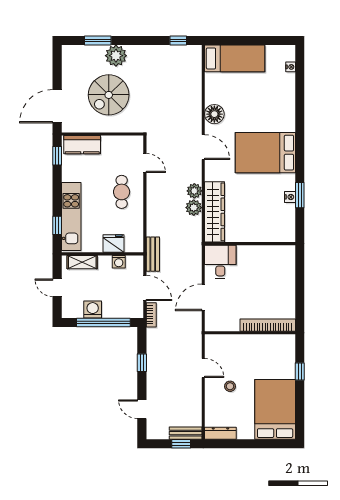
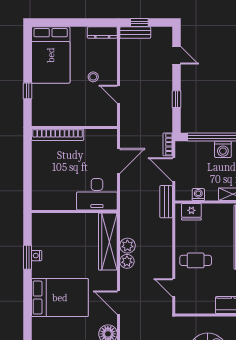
cafe table: (122, 192) -> (196, 260), turned 90
fridge: (114, 243) -> (191, 212), moved
desk: (220, 262) -> (97, 194), width x1.37

